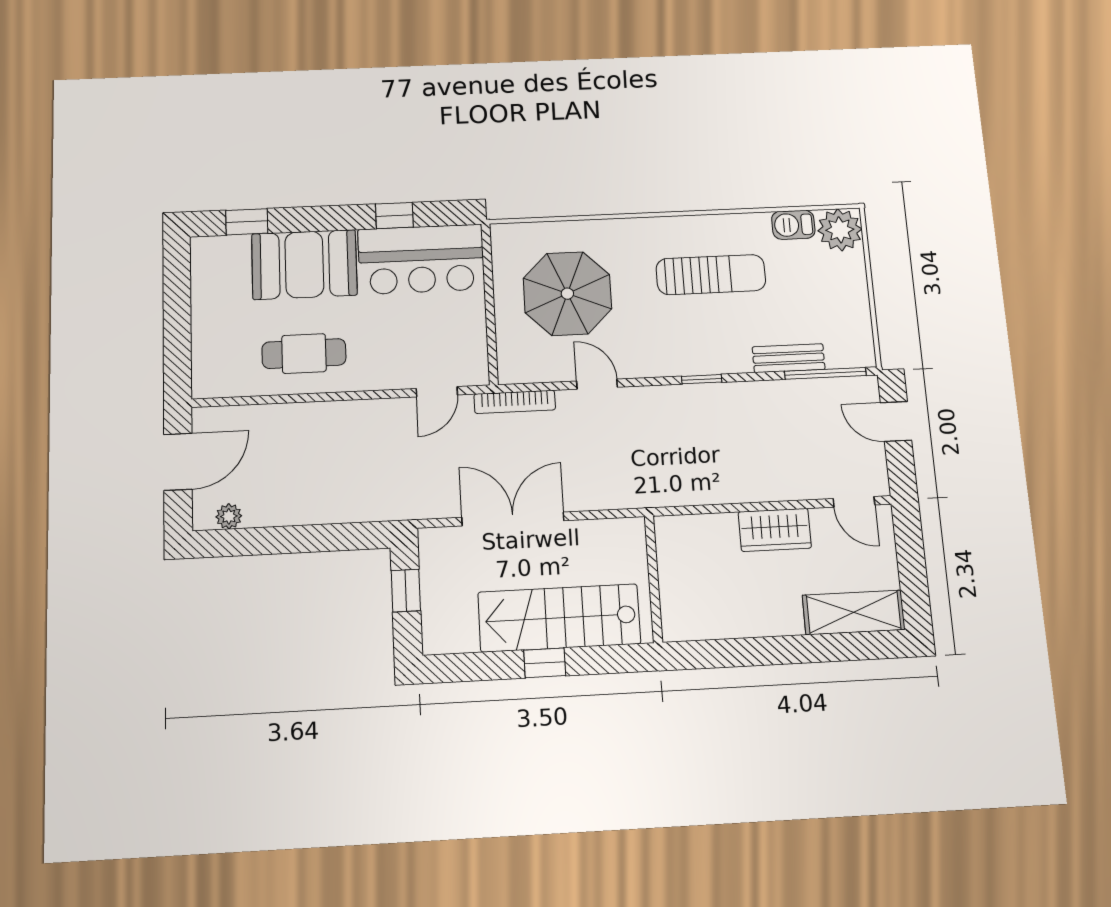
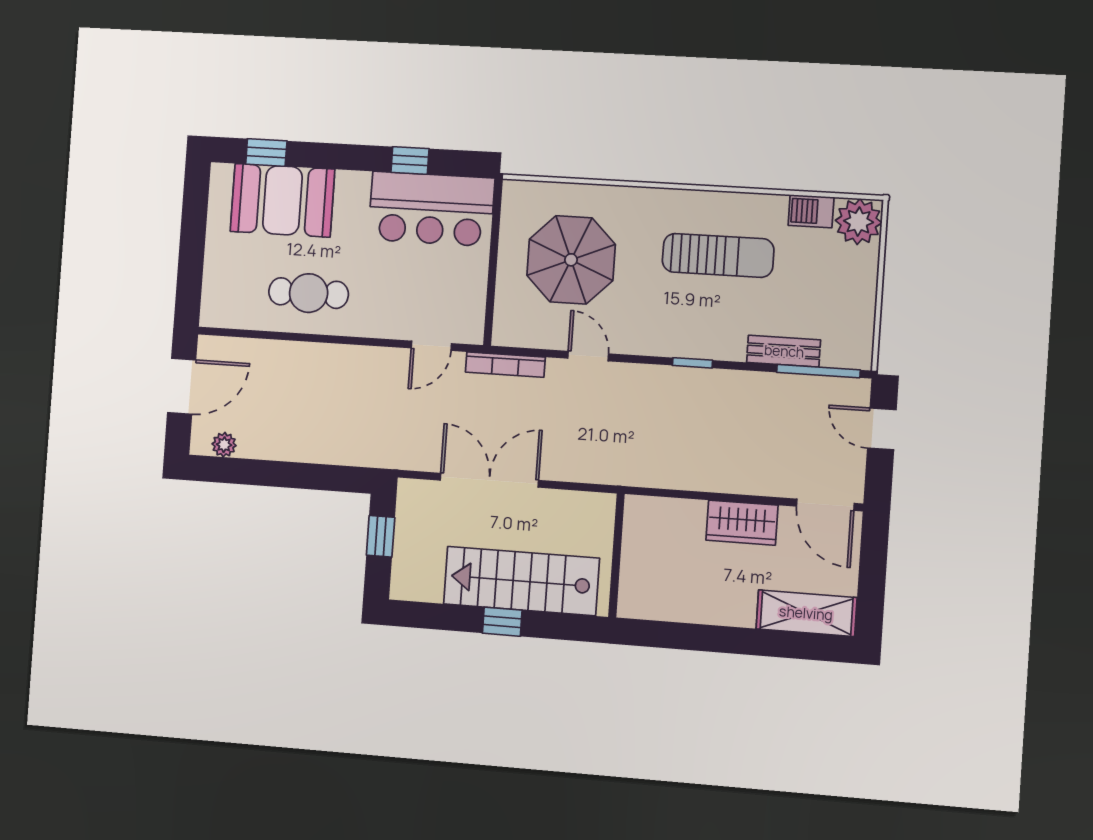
booth: (304, 264) -> (282, 200), moved
door: (854, 502) -> (825, 505), width x1.38

